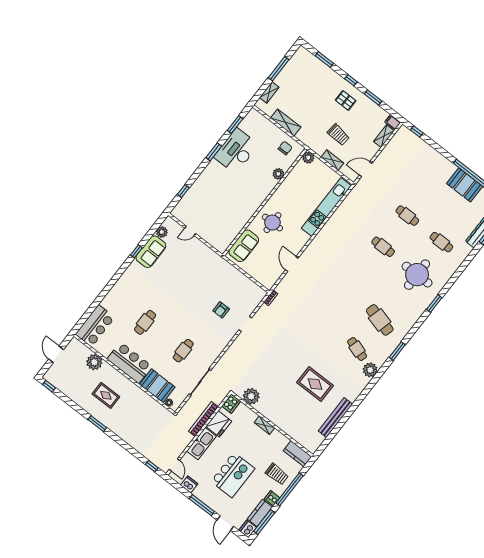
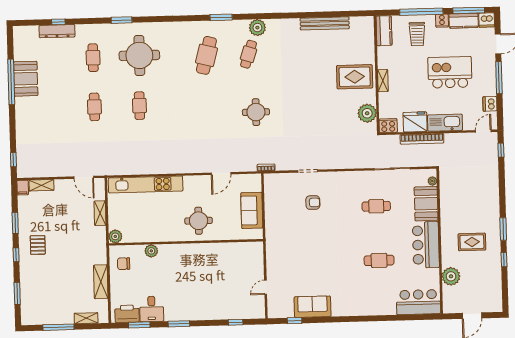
printer: (249, 122) -> (127, 314), added
trolley: (338, 135) -> (73, 227), removed
desk: (236, 151) -> (152, 309), width x0.53, depth x0.77
door: (190, 231) -> (266, 287), swing flipped
plant: (162, 232) -> (287, 311), removed
sofa: (244, 246) -> (252, 210), moved, turned -90
window: (136, 251) -> (295, 321), moved
window: (434, 303) -> (122, 20), moved
round table: (314, 322) -> (256, 112), added
rug: (315, 384) -> (355, 77), moved, turned 90
window: (49, 386) -> (504, 260), moved
rug: (106, 395) -> (472, 242), turned 90
trolley: (277, 474) -> (417, 34), turned 180

